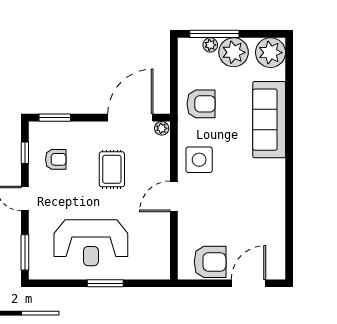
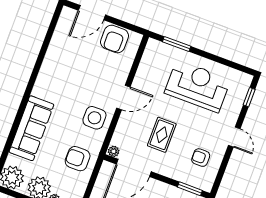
window: (25, 153) -> (222, 171), removed
window: (25, 252) -> (249, 97), width x0.67
armchair: (210, 262) -> (115, 39), turned -90
window: (105, 283) -> (177, 44), moved

